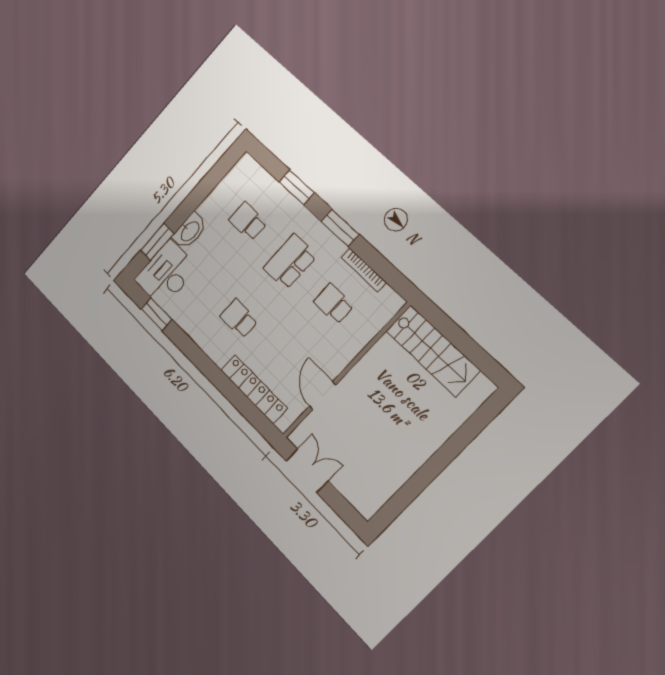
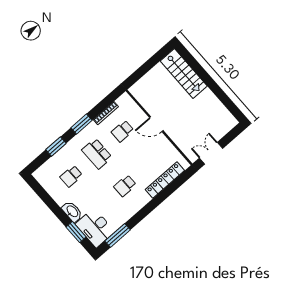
window: (157, 314) -> (118, 235), width x1.44
stairs: (433, 351) -> (184, 73), moved, turned 90
door: (323, 395) -> (156, 124), moved

